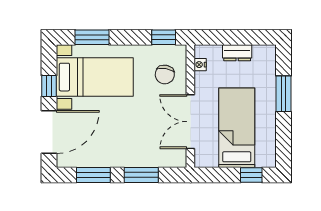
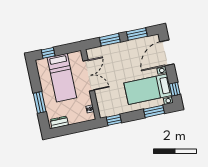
dresser: (237, 53) -> (59, 122), moved
chair: (165, 75) -> (109, 99), removed
window: (49, 86) -> (175, 89), moved

